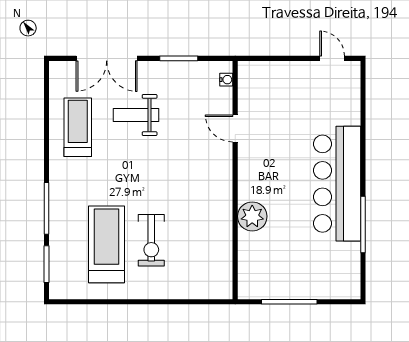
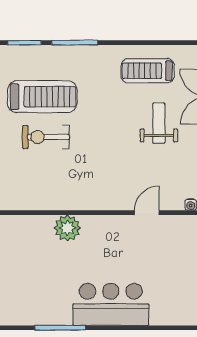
treadmill: (78, 127) -> (148, 71), turned 180
bar counter: (337, 184) -> (111, 304), width x0.73

